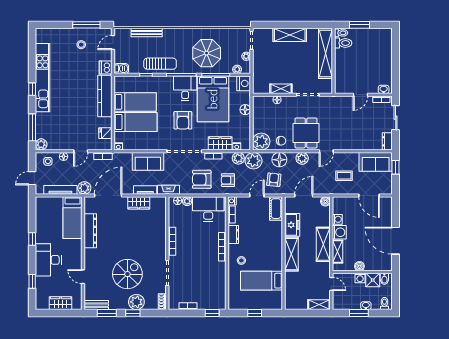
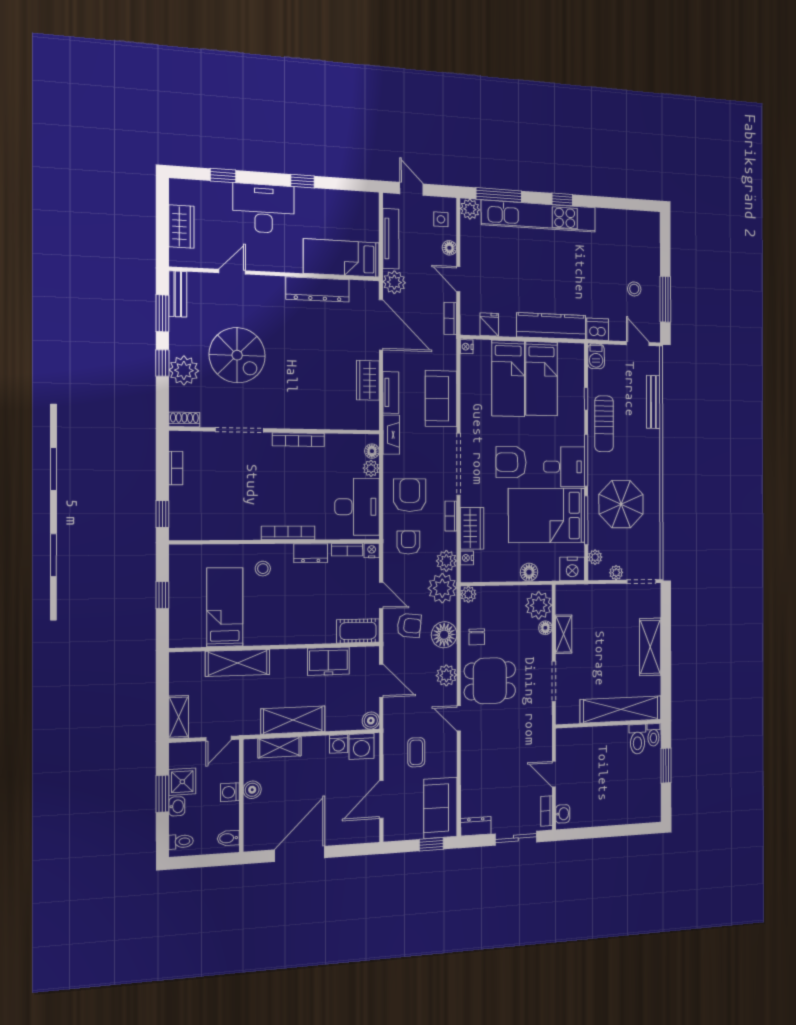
kitchen unit: (42, 78) -> (539, 216), moved
plant: (264, 104) -> (539, 605), added
plant: (261, 142) -> (468, 594), width x0.53, depth x0.53
washing machine: (339, 232) -> (361, 746), moved
shelving: (291, 254) -> (238, 663), moved
shower: (373, 280) -> (182, 782), moved

